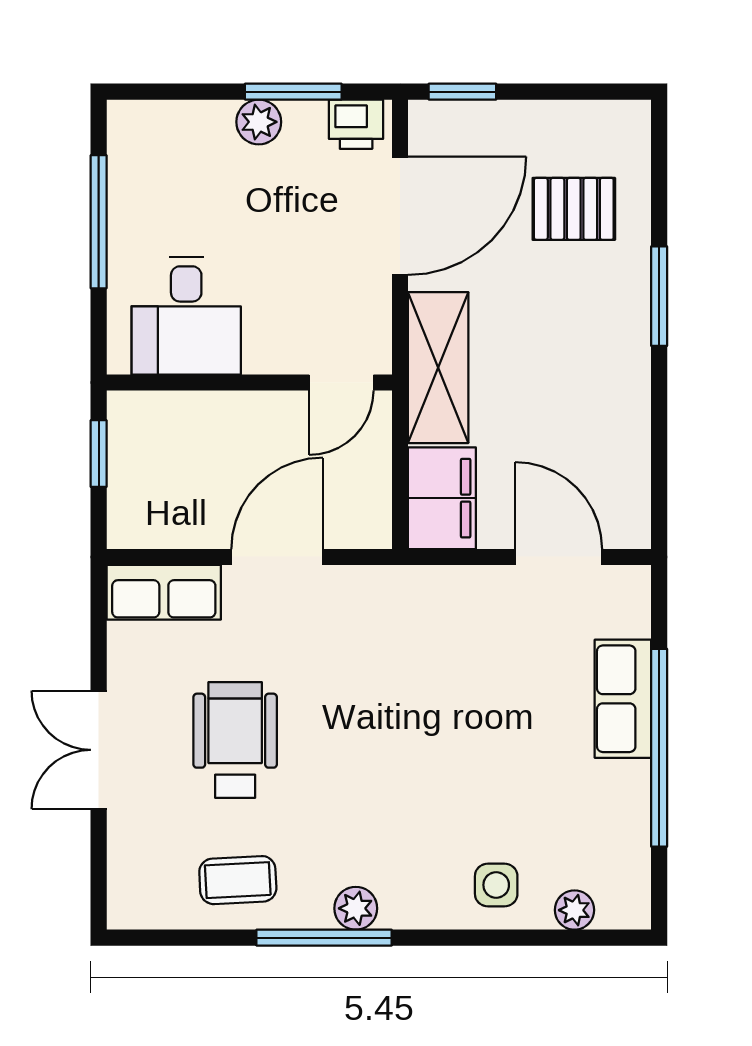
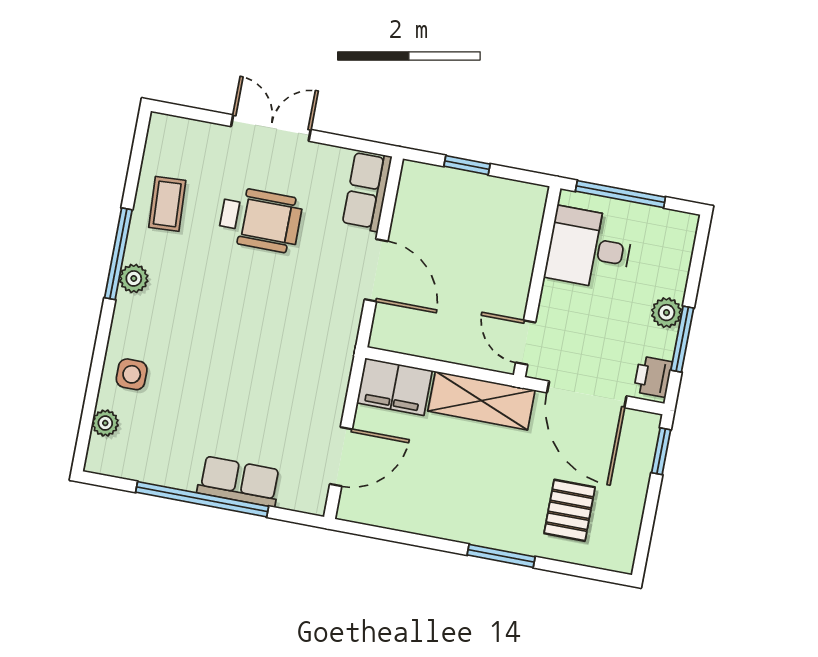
desk: (186, 316) -> (589, 248), moved
wall: (249, 382) -> (537, 282), moved
door: (341, 382) -> (526, 343), moved

